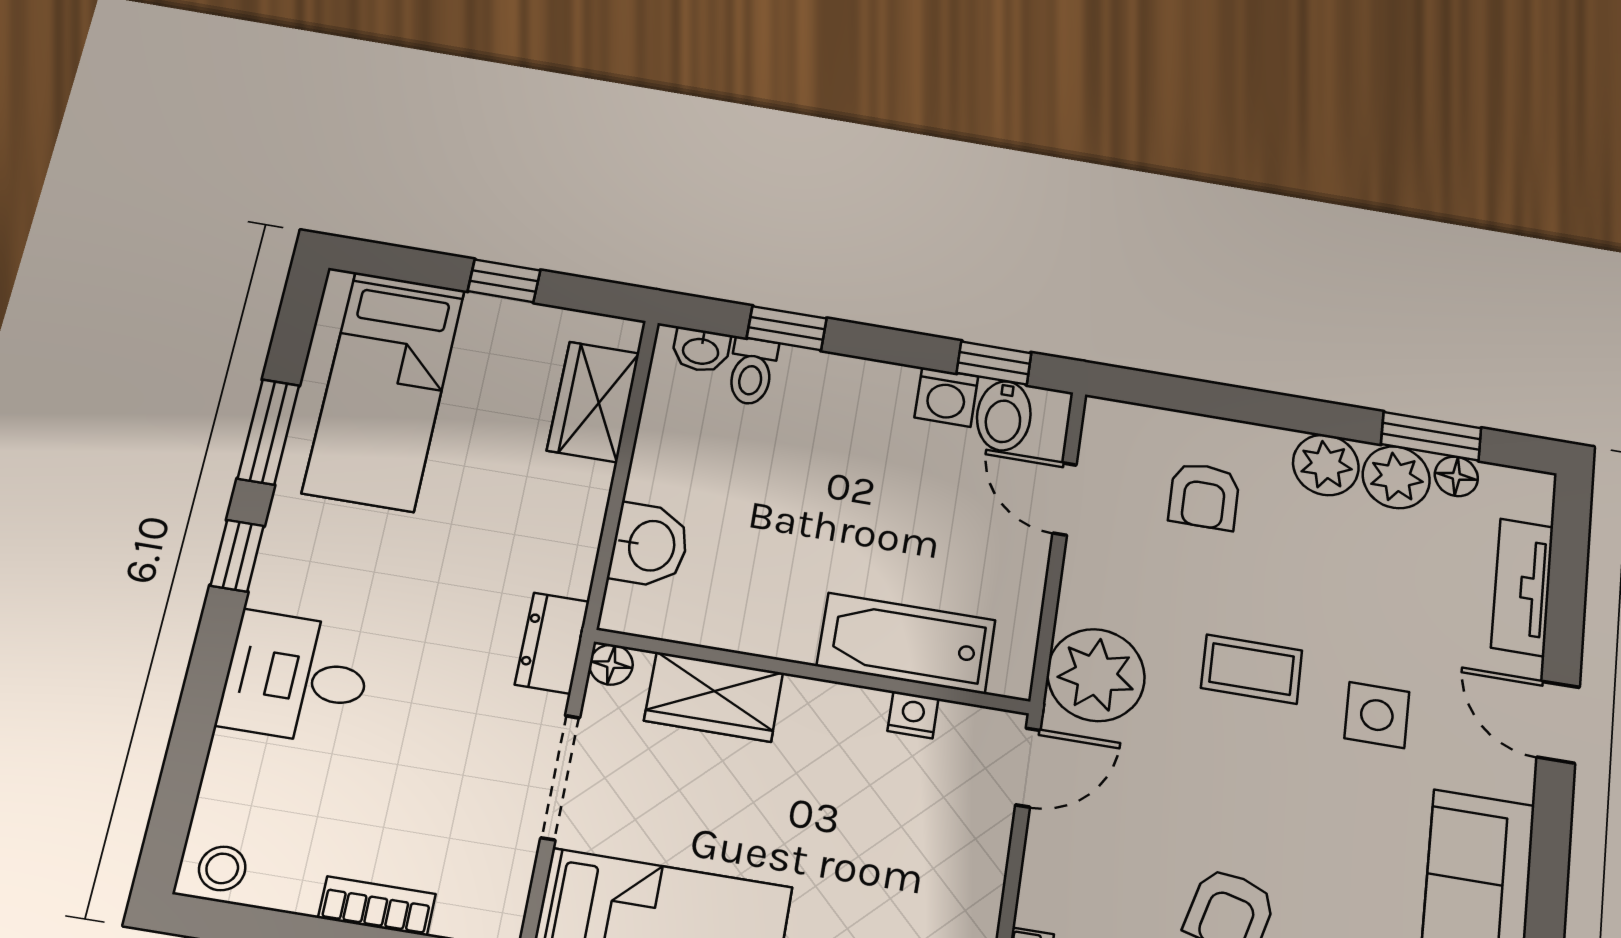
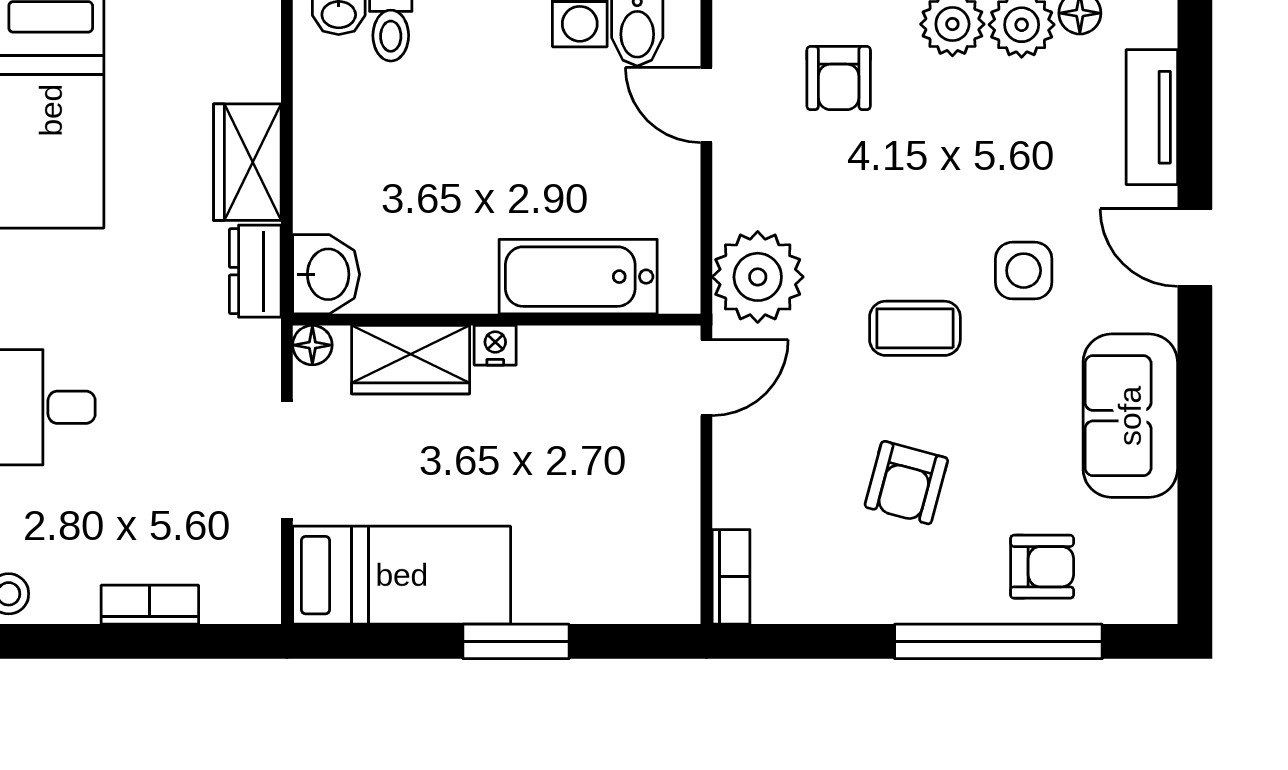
wardrobe: (593, 402) -> (247, 162), moved
washbasin: (650, 545) -> (326, 274), moved
dresser: (552, 643) -> (255, 271), moved
coffee table: (1252, 669) -> (915, 328), moved
nightstand: (913, 715) -> (495, 345), moved

